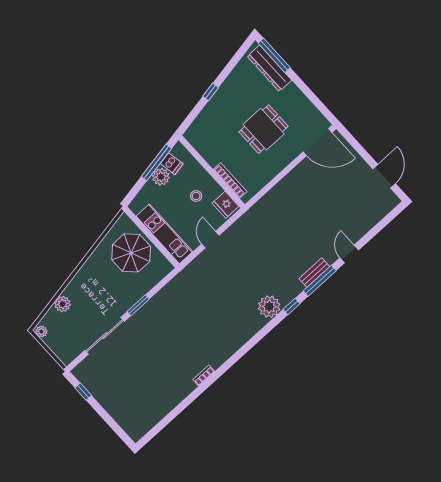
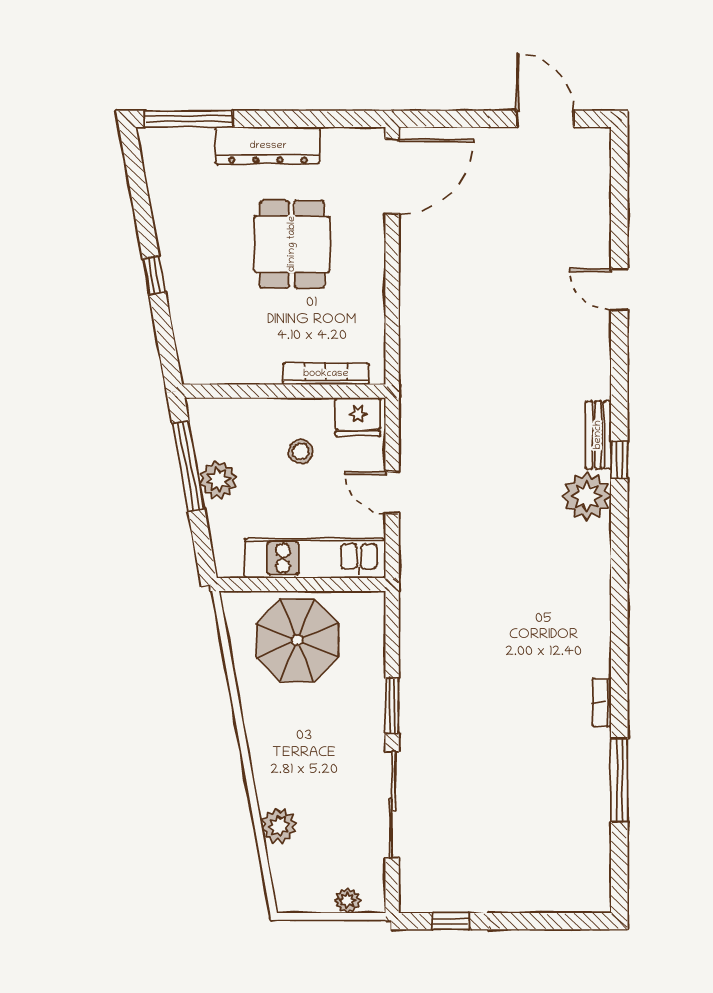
dresser: (269, 68) -> (268, 146), moved
dishwasher: (172, 164) -> (213, 444), removed
bench: (314, 273) -> (598, 435), moved
window: (320, 281) -> (619, 780), moved
plant: (41, 332) -> (347, 900), moved

